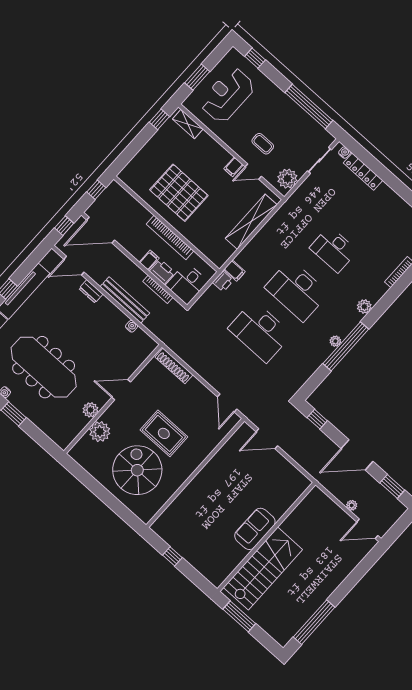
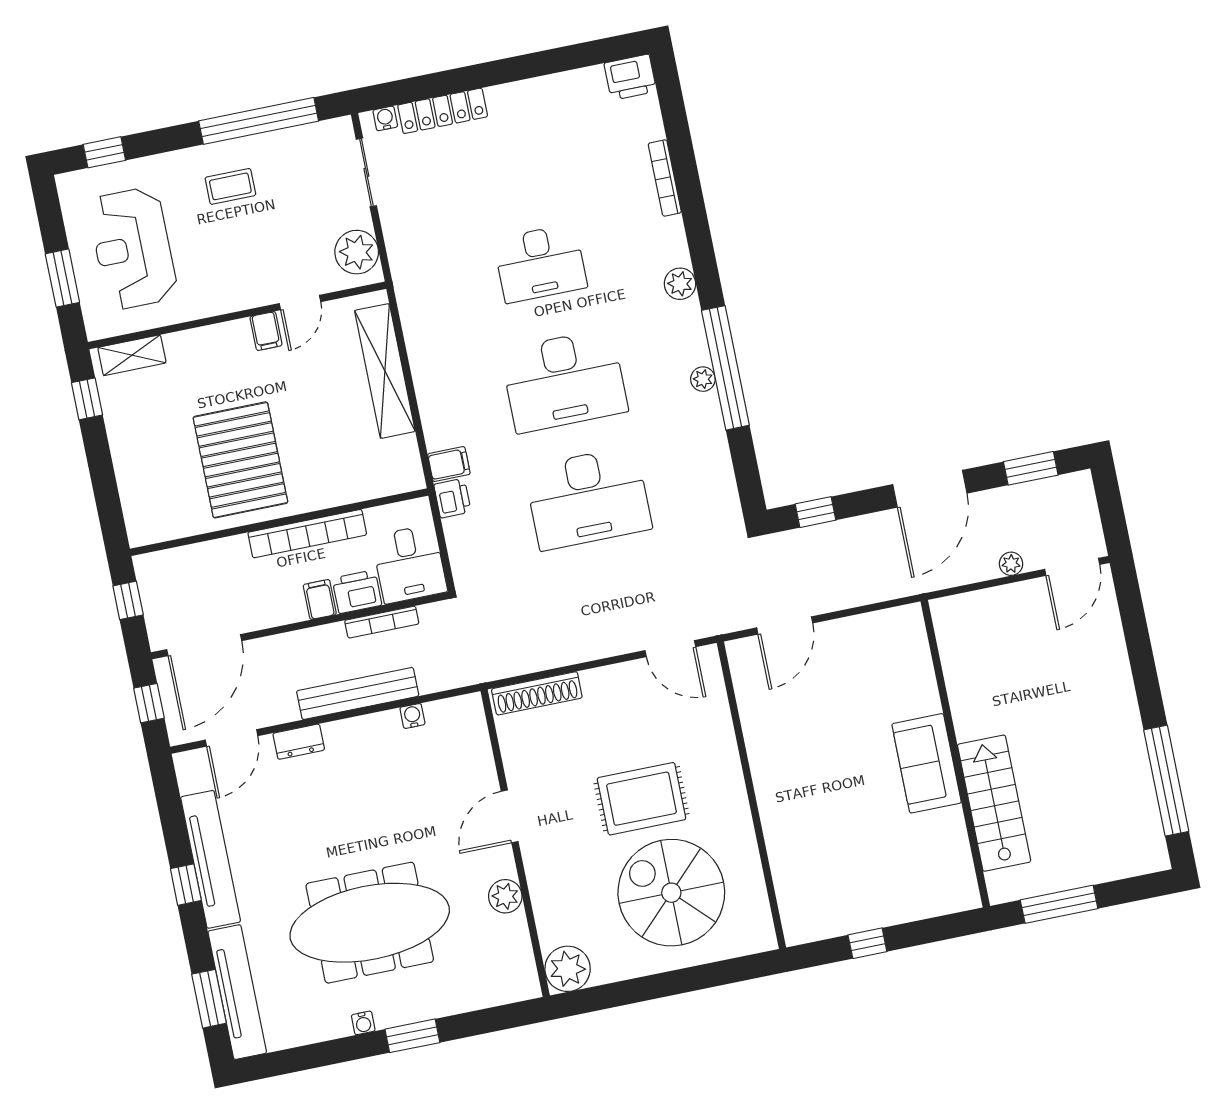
coffee table: (263, 144) -> (230, 186), moved
pallet: (179, 193) -> (240, 460), turned 90
plant: (100, 432) -> (568, 969), moved
stairs: (263, 568) -> (994, 803), width x0.73, depth x0.66

